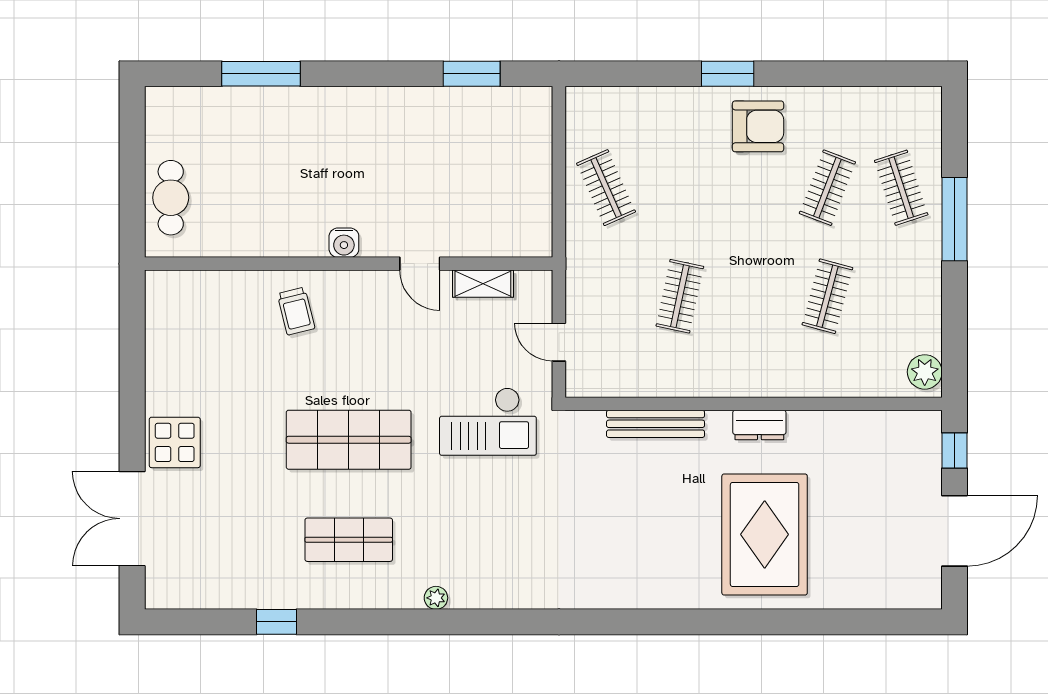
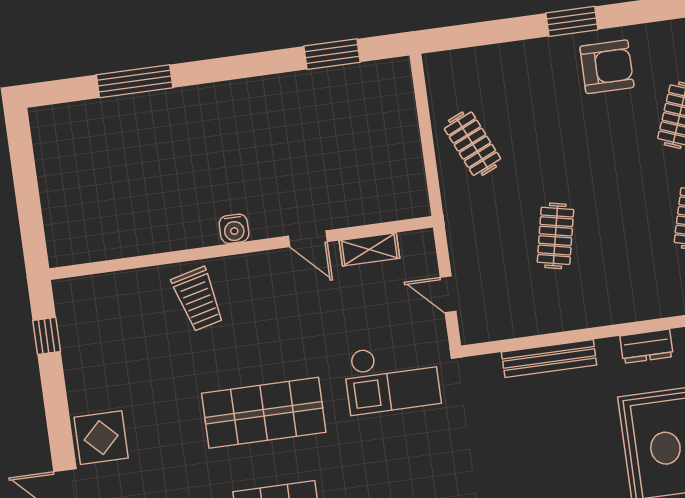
cafe table: (171, 198) -> (66, 209), removed
trolley: (296, 311) -> (198, 299), width x1.36, depth x1.39
window: (132, 328) -> (47, 336), added

